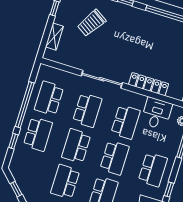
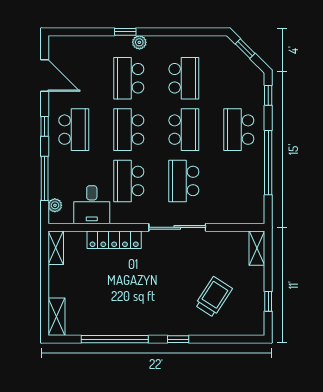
shelving: (54, 37) -> (257, 248), moved
school desk: (49, 98) -> (239, 181), removed
window: (13, 141) -> (268, 95), moved
school desk: (153, 170) -> (74, 130), turned 180
window: (169, 189) -> (45, 126), moved

